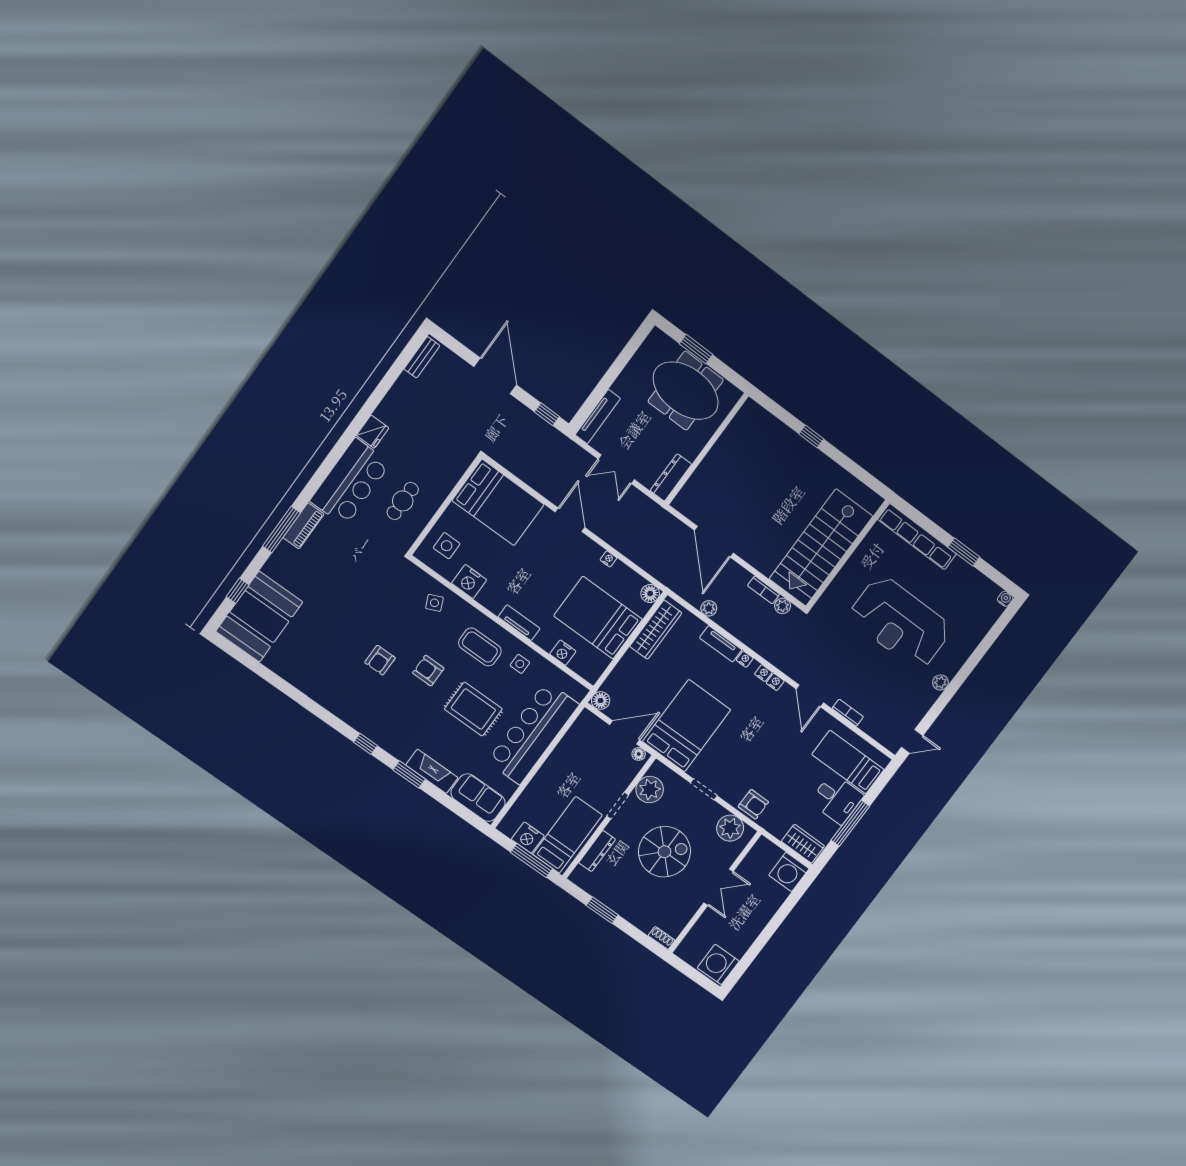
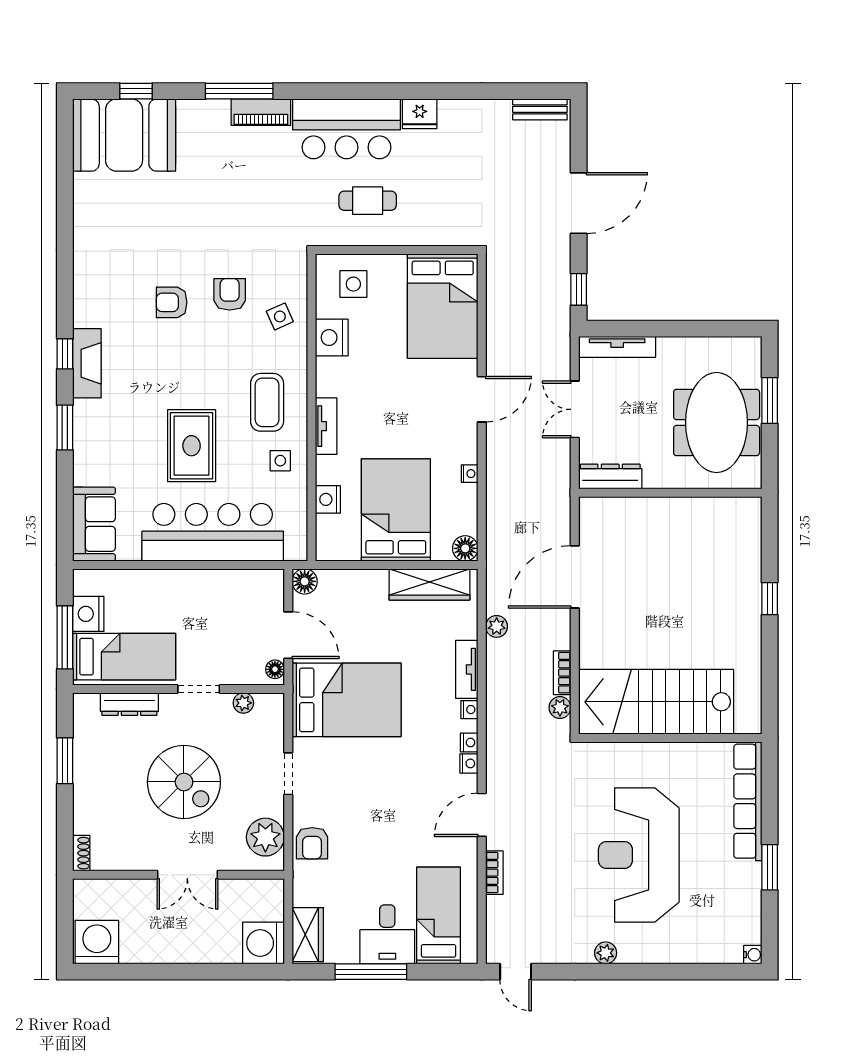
armchair: (428, 671) -> (230, 294), moved
fireplace: (432, 771) -> (87, 363), moved
plant: (650, 790) -> (243, 703), width x0.53, depth x0.53

